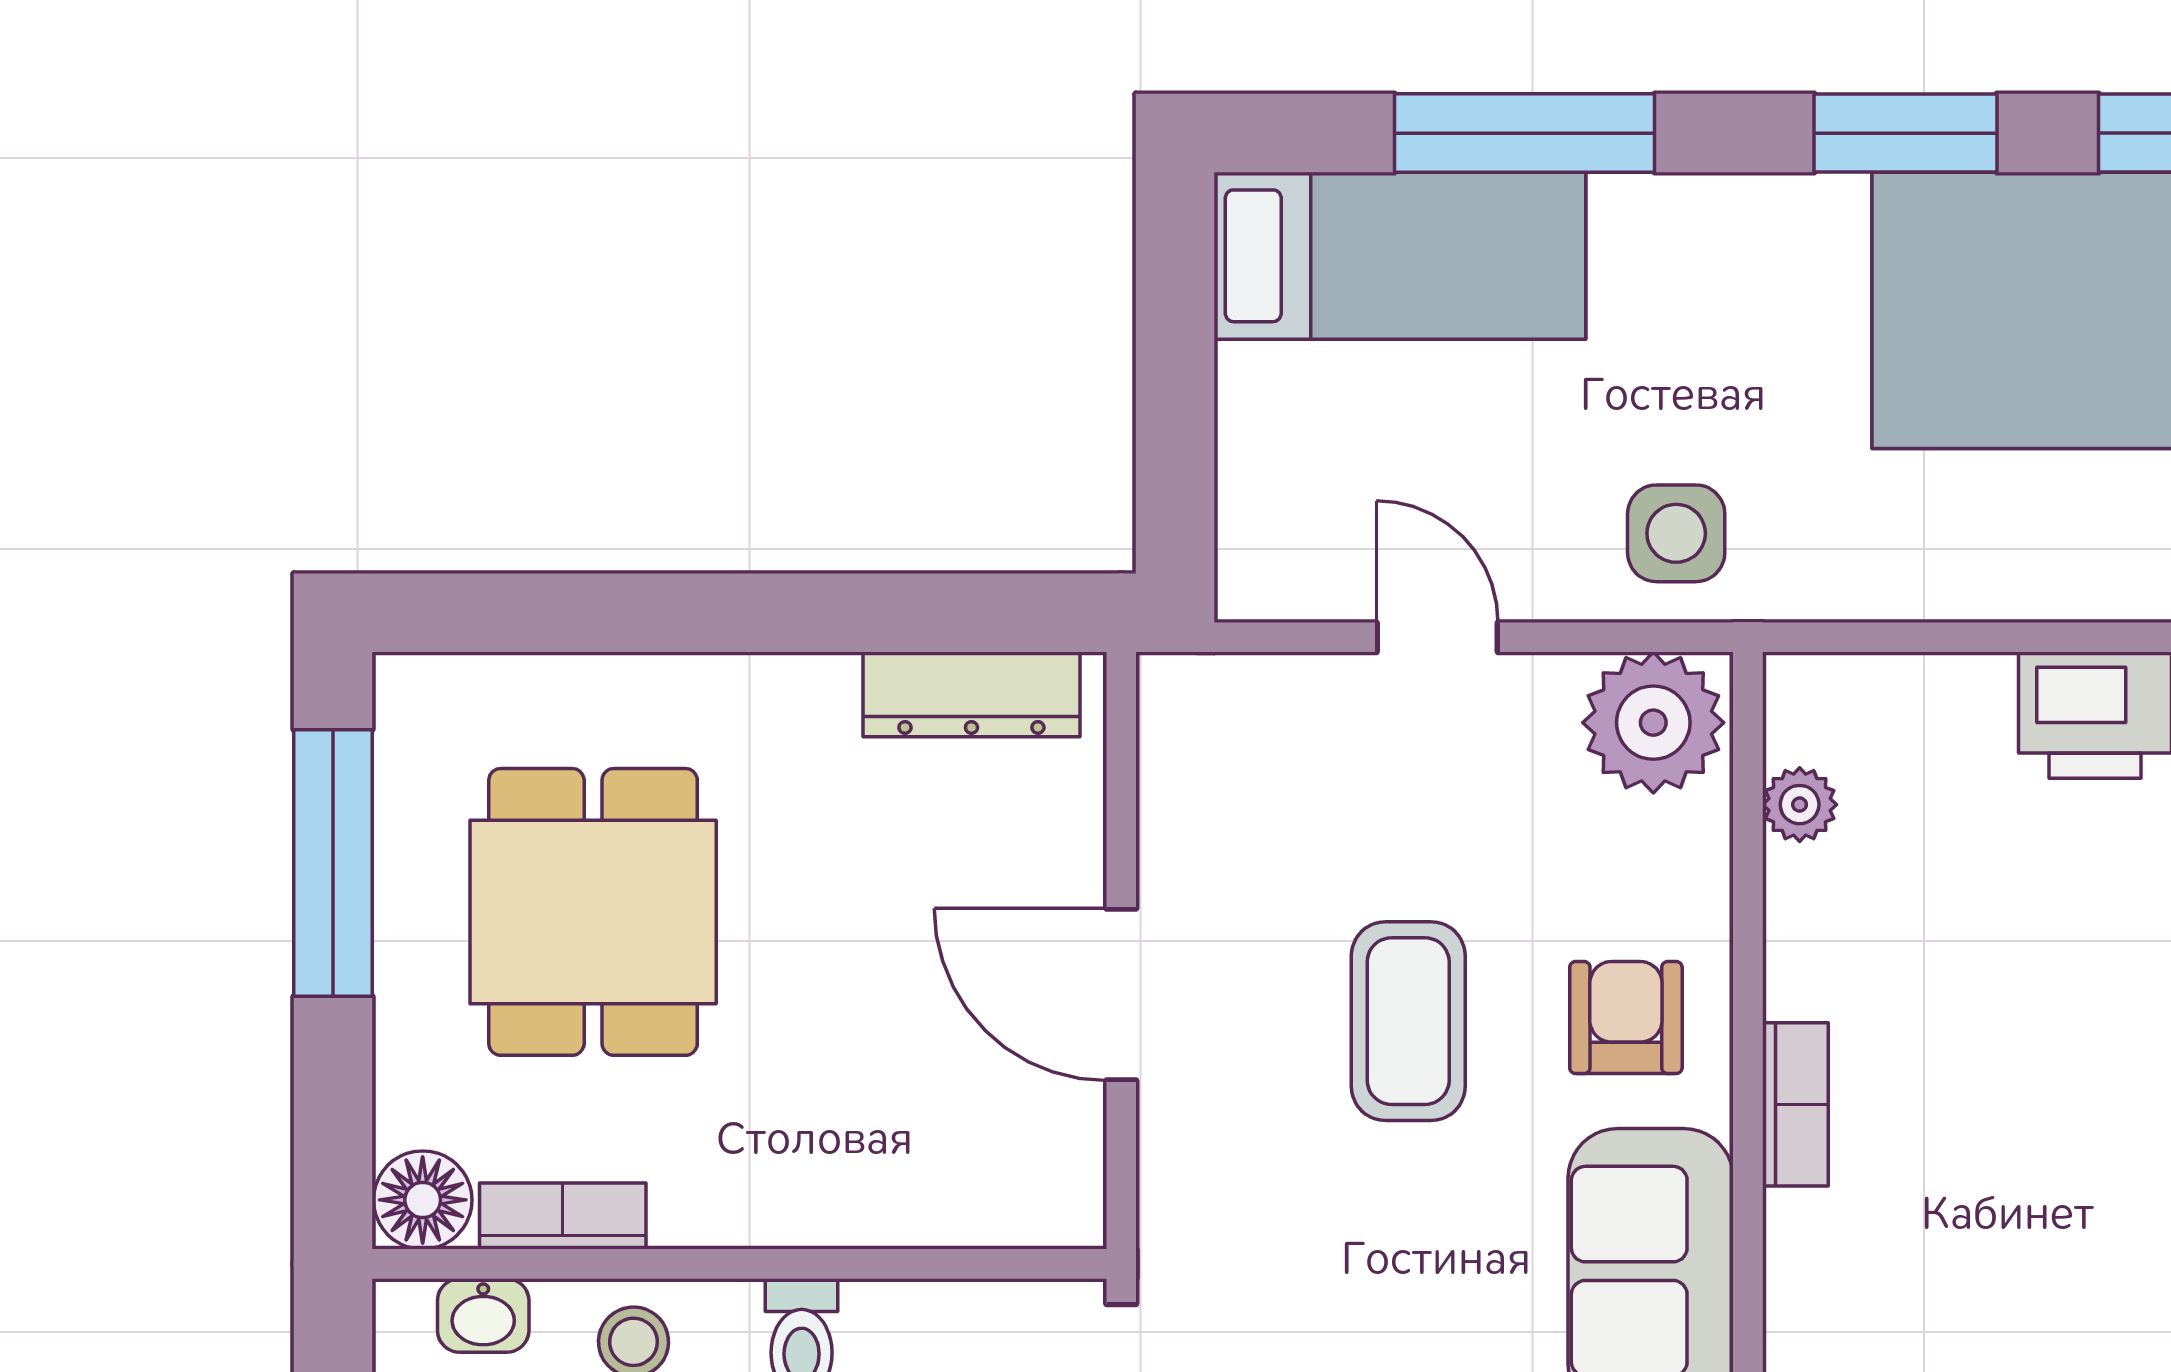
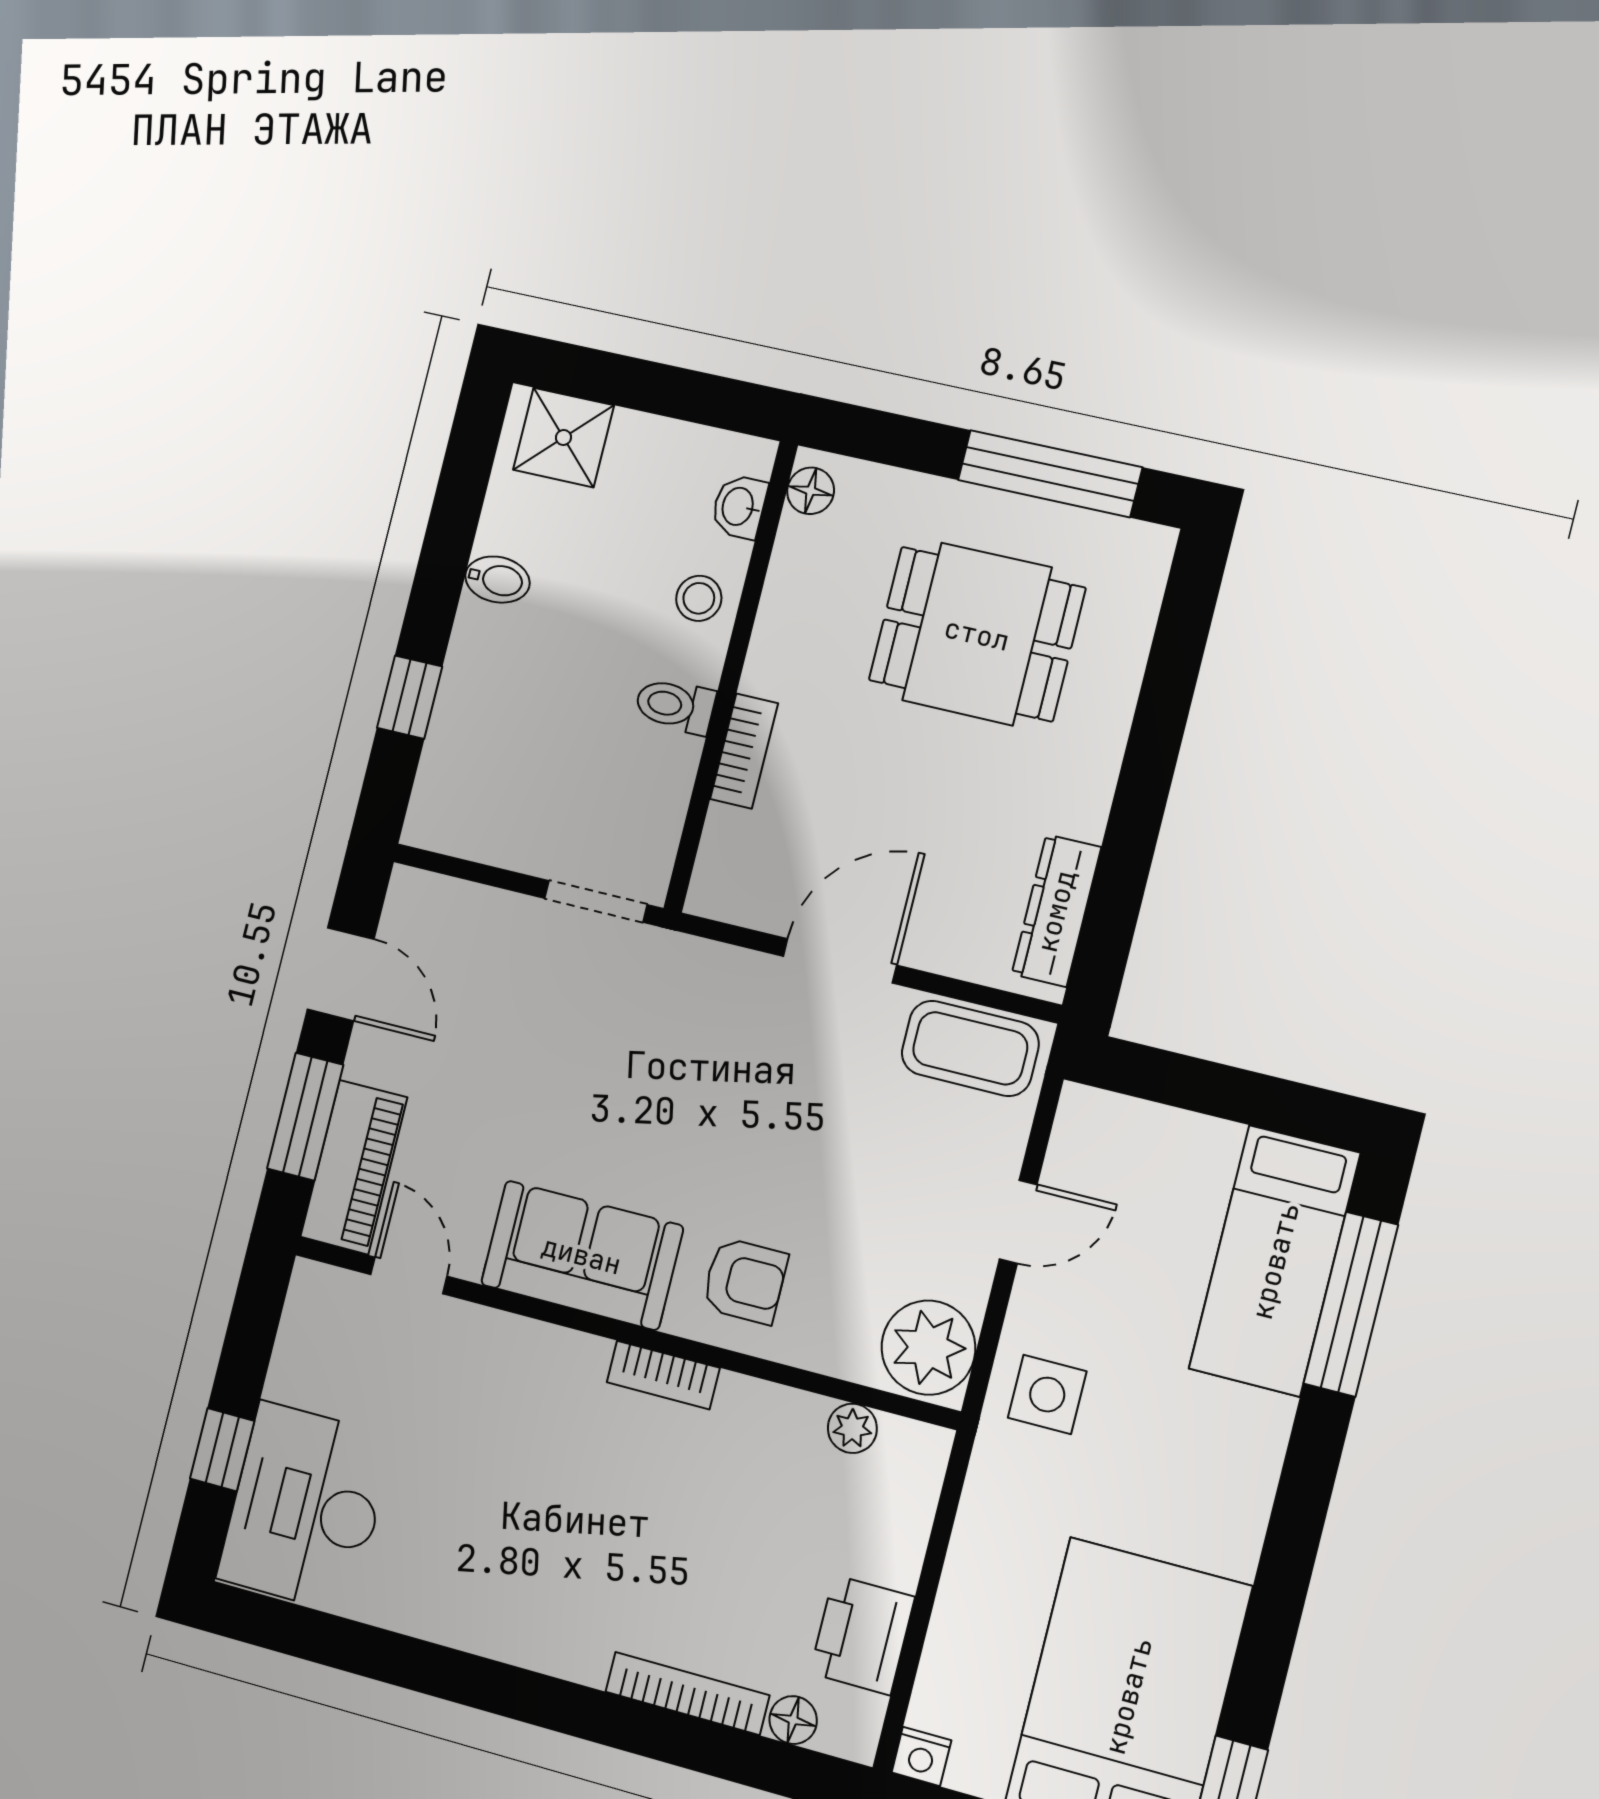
window: (1524, 133) -> (1351, 1304), moved
window: (1905, 133) -> (1274, 1615), removed
coffee table: (1408, 1021) -> (970, 1048), moved
floor lamp: (423, 1200) -> (811, 491), width x0.73, depth x0.73
bookcase: (563, 1216) -> (744, 751), moved

